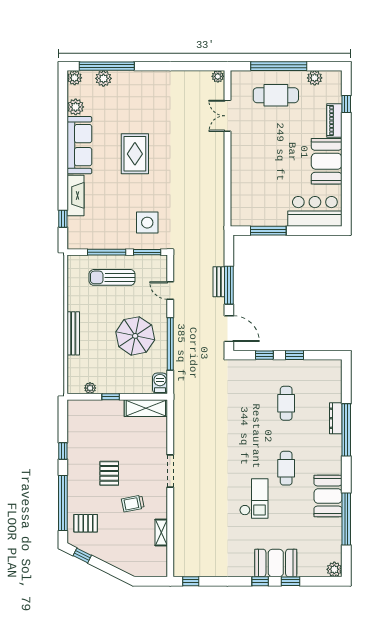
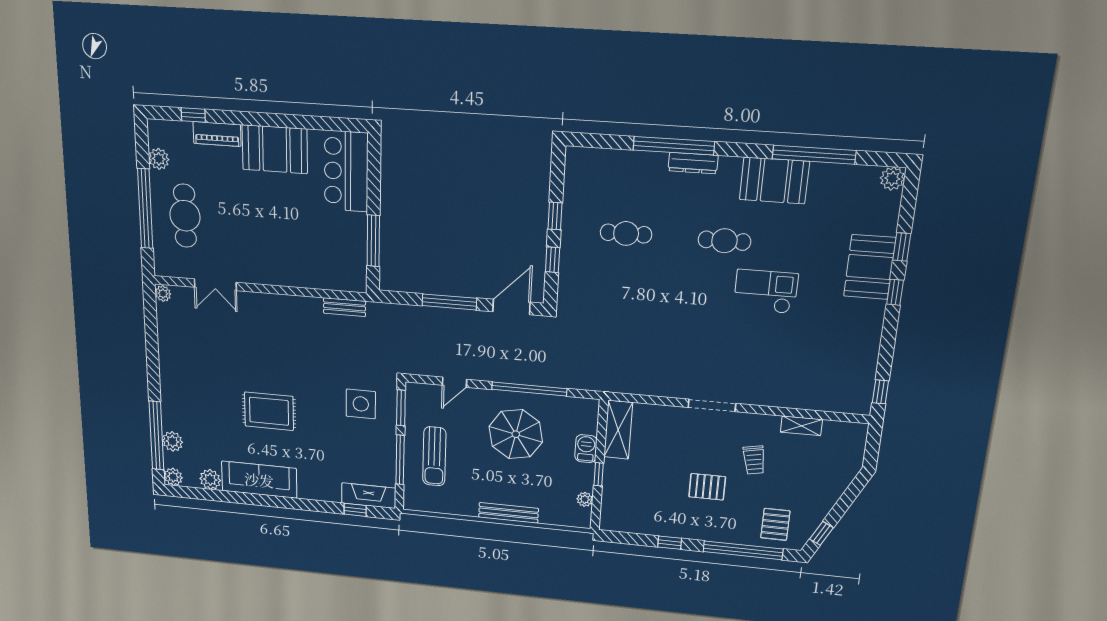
fireplace: (76, 195) -> (369, 496), moved
bench: (219, 282) -> (345, 307), moved
barbecue: (160, 383) -> (586, 449), moved, turned 90
dresser: (336, 418) -> (693, 163), moved

